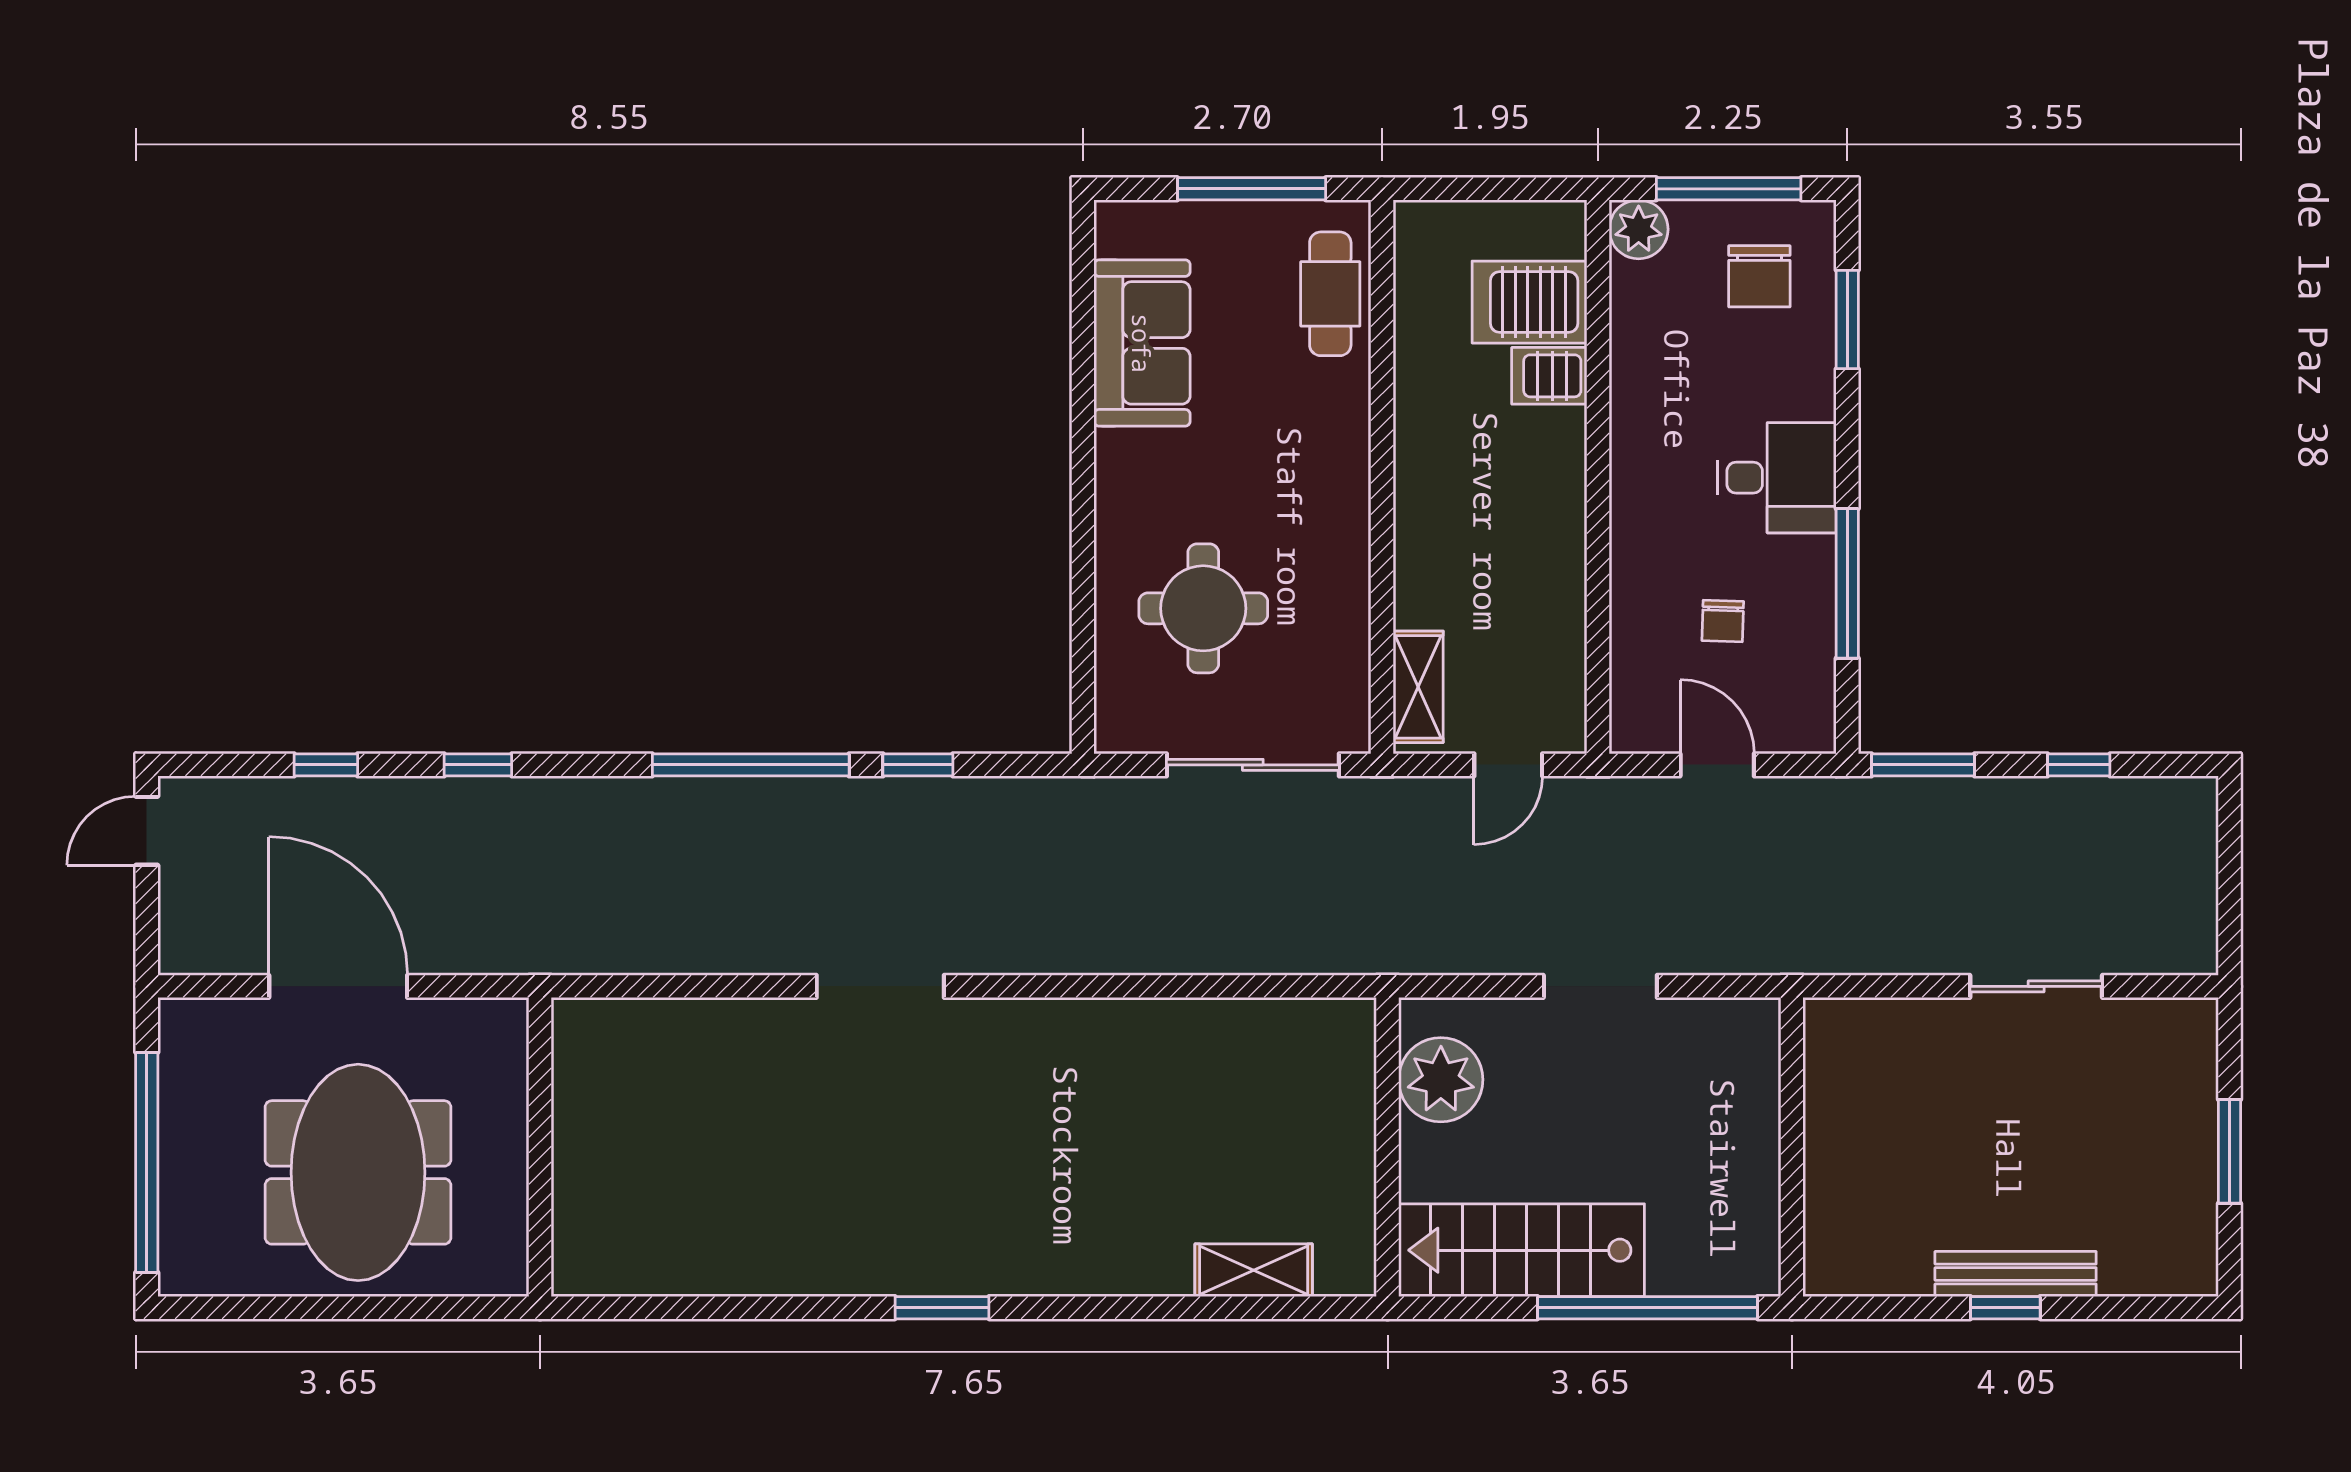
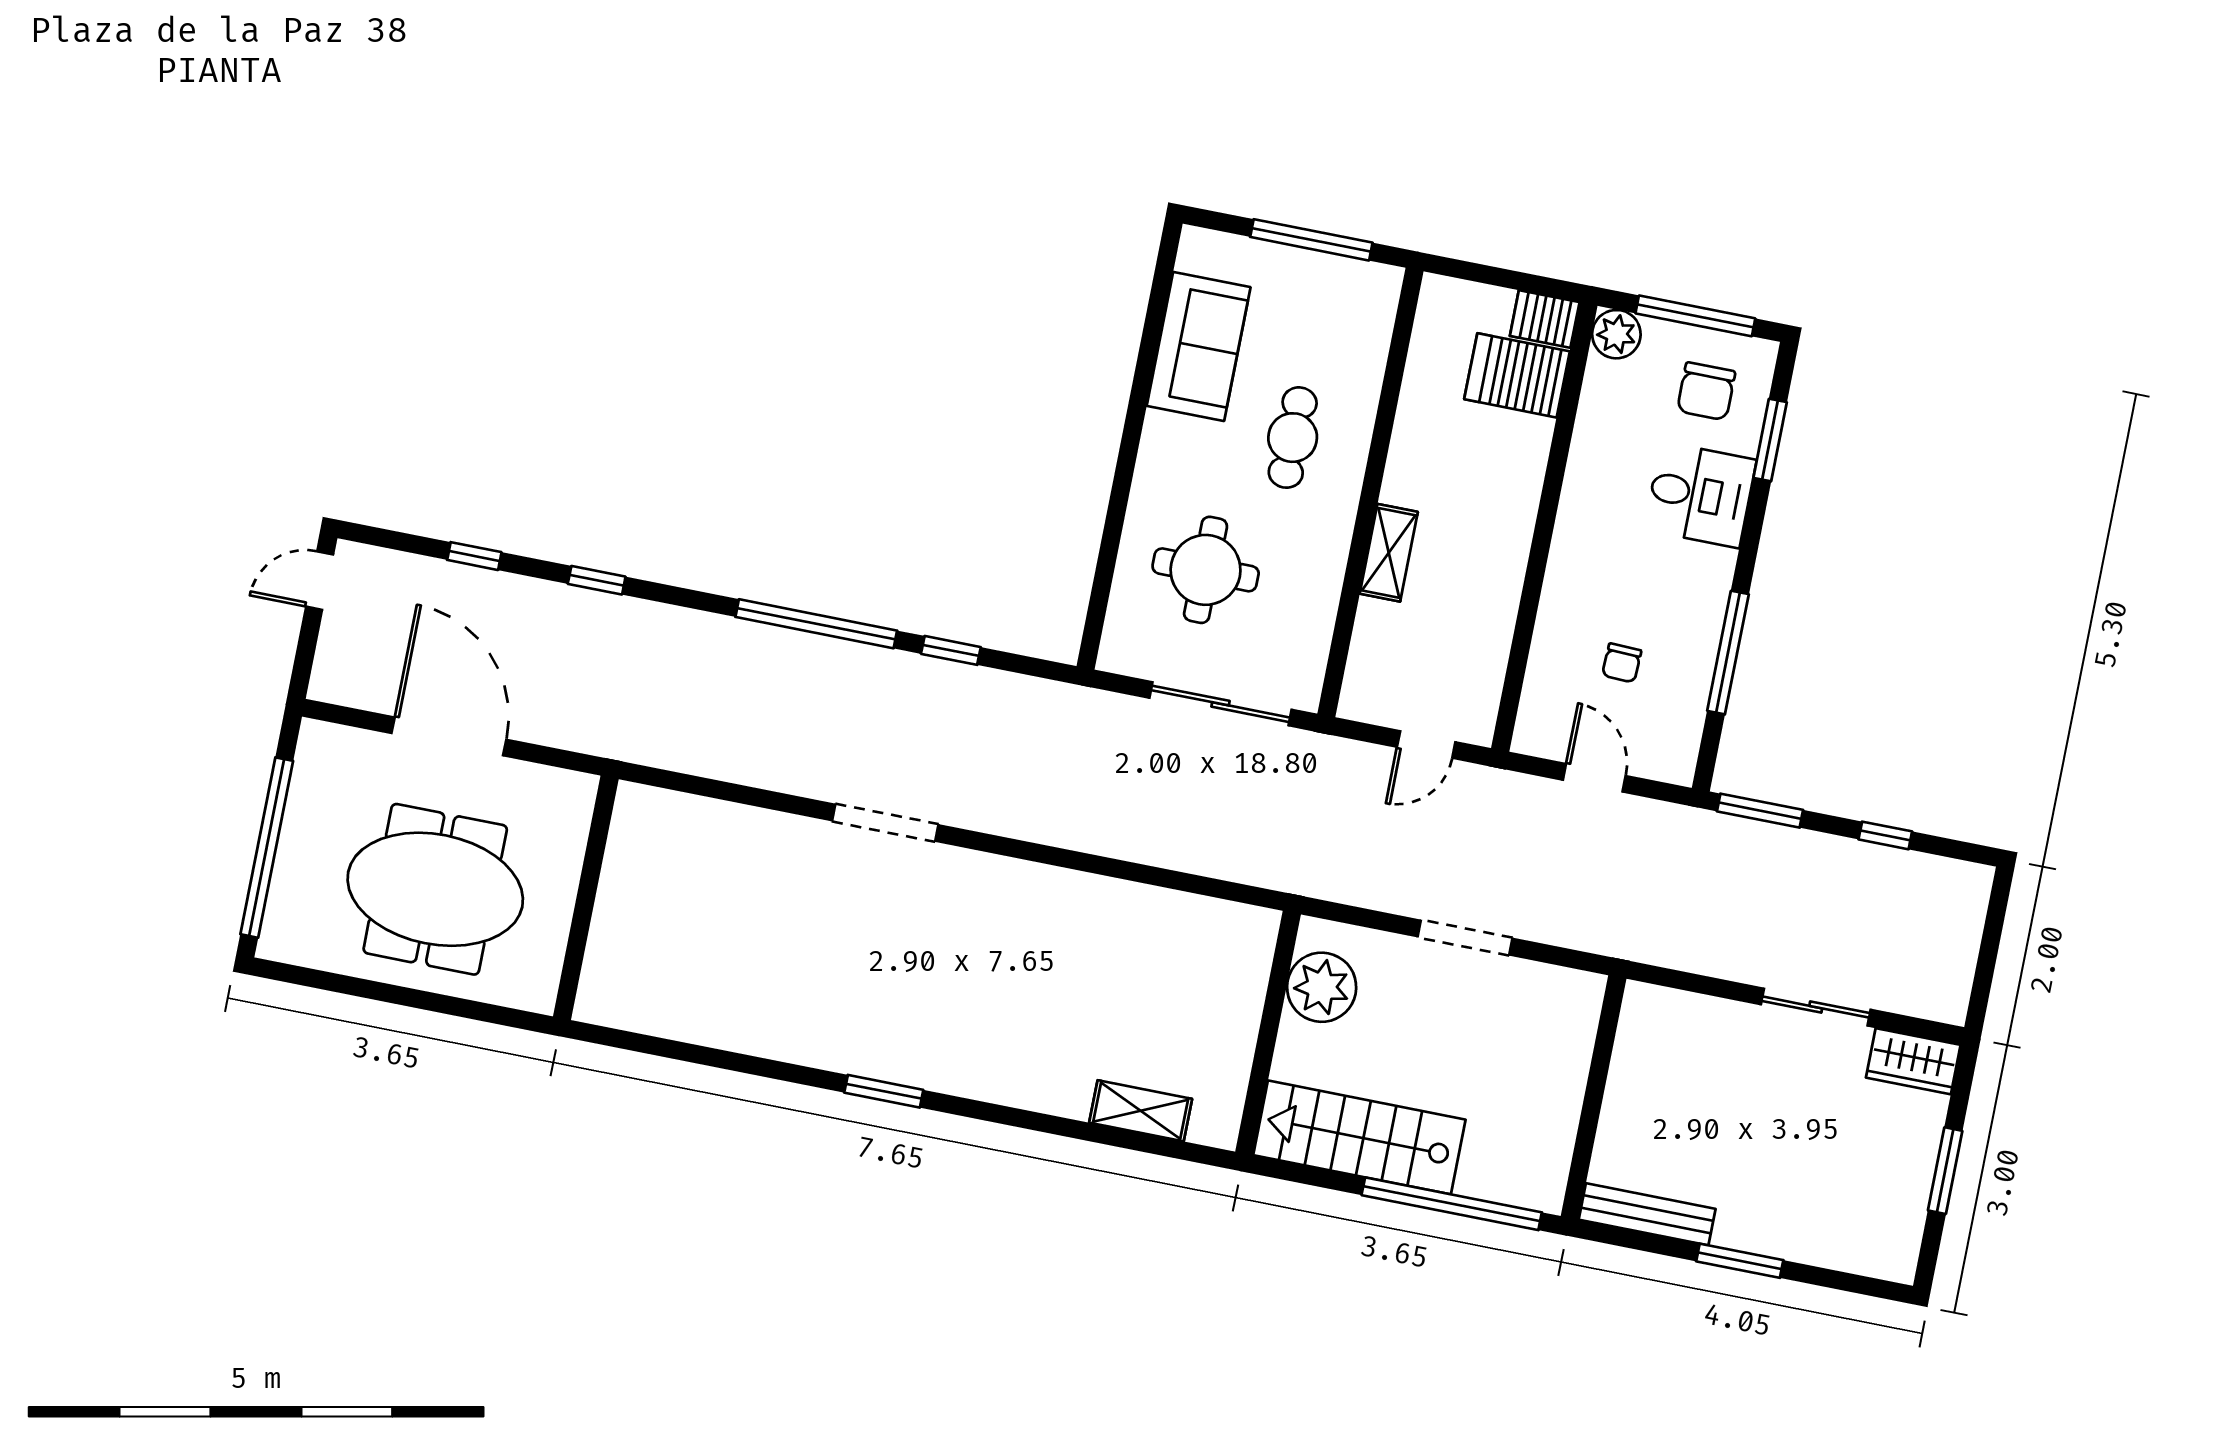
cafe table: (1330, 294) -> (1293, 438), moved
server rack: (1549, 376) -> (1545, 319), moved
desk: (1777, 478) -> (1700, 495), moved
shelving: (1418, 687) -> (1389, 553), moved
wardrobe: (2166, 1028) -> (1913, 1061), added
meeting table: (358, 1172) -> (435, 889), turned 90
bench: (2016, 1274) -> (1647, 1214), moved
window: (2005, 1308) -> (1740, 1261), width x1.50

